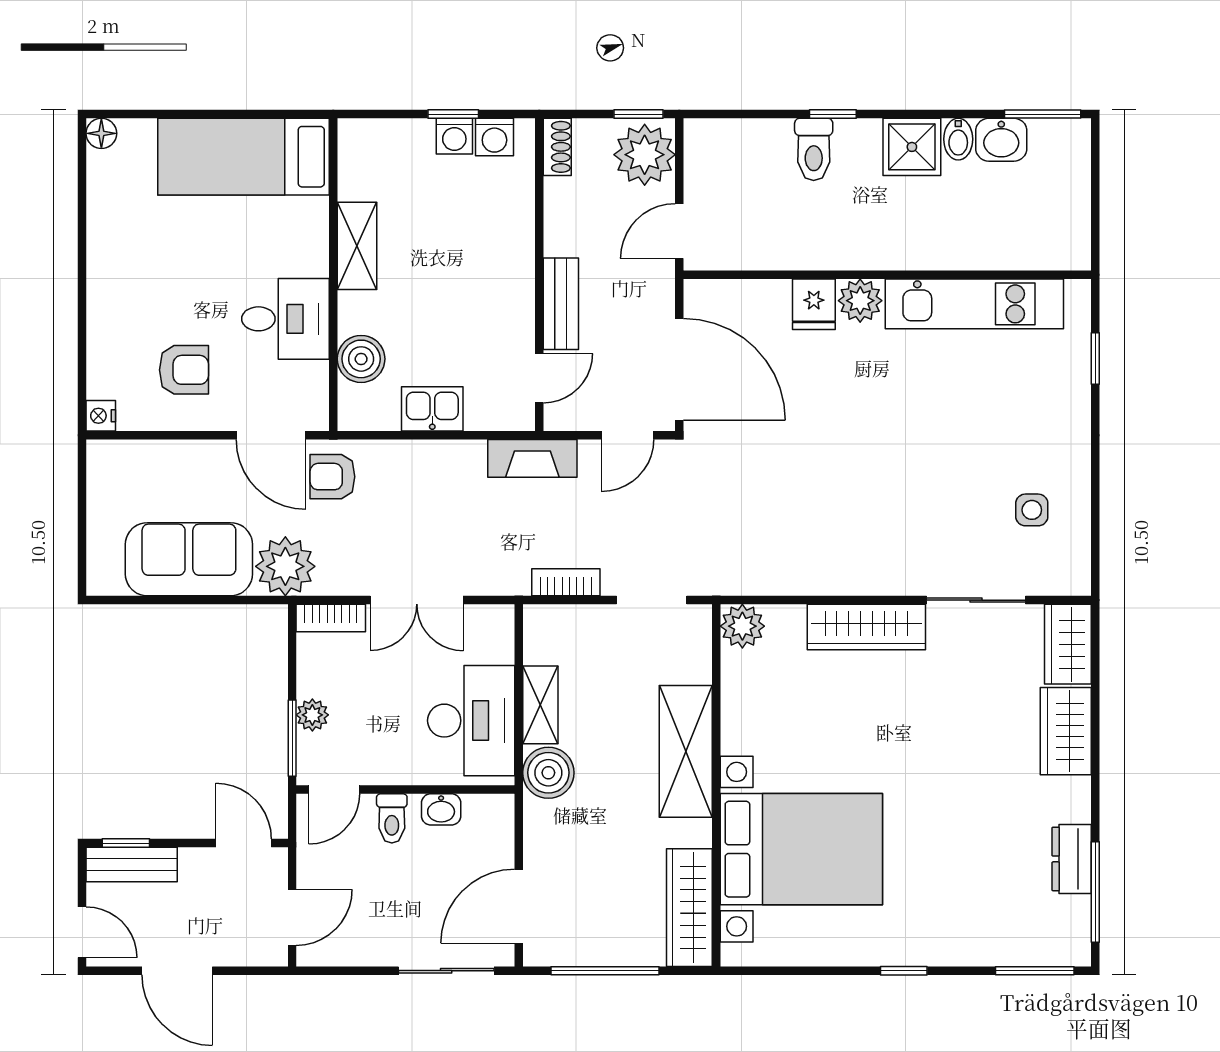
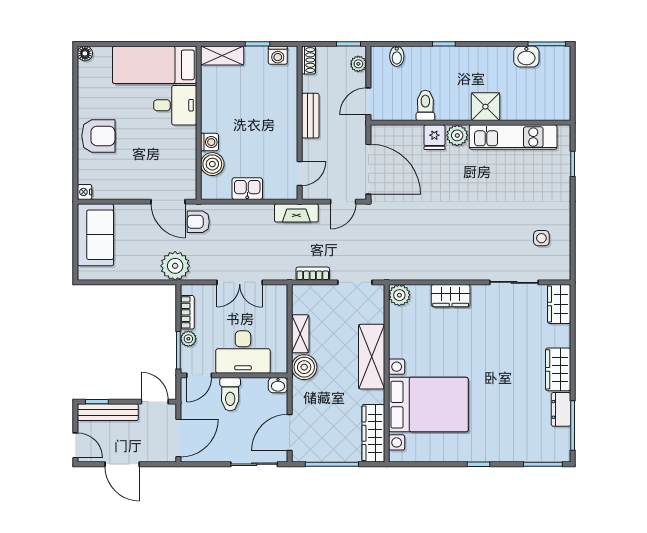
washing machine: (454, 136) -> (210, 142), moved, turned -90
bidet: (958, 139) -> (397, 56), moved
shower: (912, 147) -> (485, 107), moved
toilet: (814, 149) -> (425, 105), moved, turned 180
plant: (645, 155) -> (358, 64), width x0.53, depth x0.53
shelving: (357, 246) -> (222, 56), moved, turned 90
bench: (561, 304) -> (310, 116), moved
desk: (285, 319) -> (175, 105), moved
armchair: (184, 370) -> (98, 136), moved, width x1.38, depth x1.38
sofa: (189, 559) -> (95, 235), moved, turned 90
bookcase: (331, 618) -> (187, 312), moved, turned -90
wardrobe: (866, 627) -> (451, 296), width x0.67
desk: (471, 721) -> (243, 352), moved, turned 90
wardrobe: (1066, 731) -> (558, 369), moved
washbasin: (441, 809) -> (278, 385), moved
toilet: (392, 818) -> (230, 394), width x1.37, depth x1.39
bench: (132, 865) -> (108, 412), width x1.36
door: (292, 917) -> (178, 438), width x1.38

